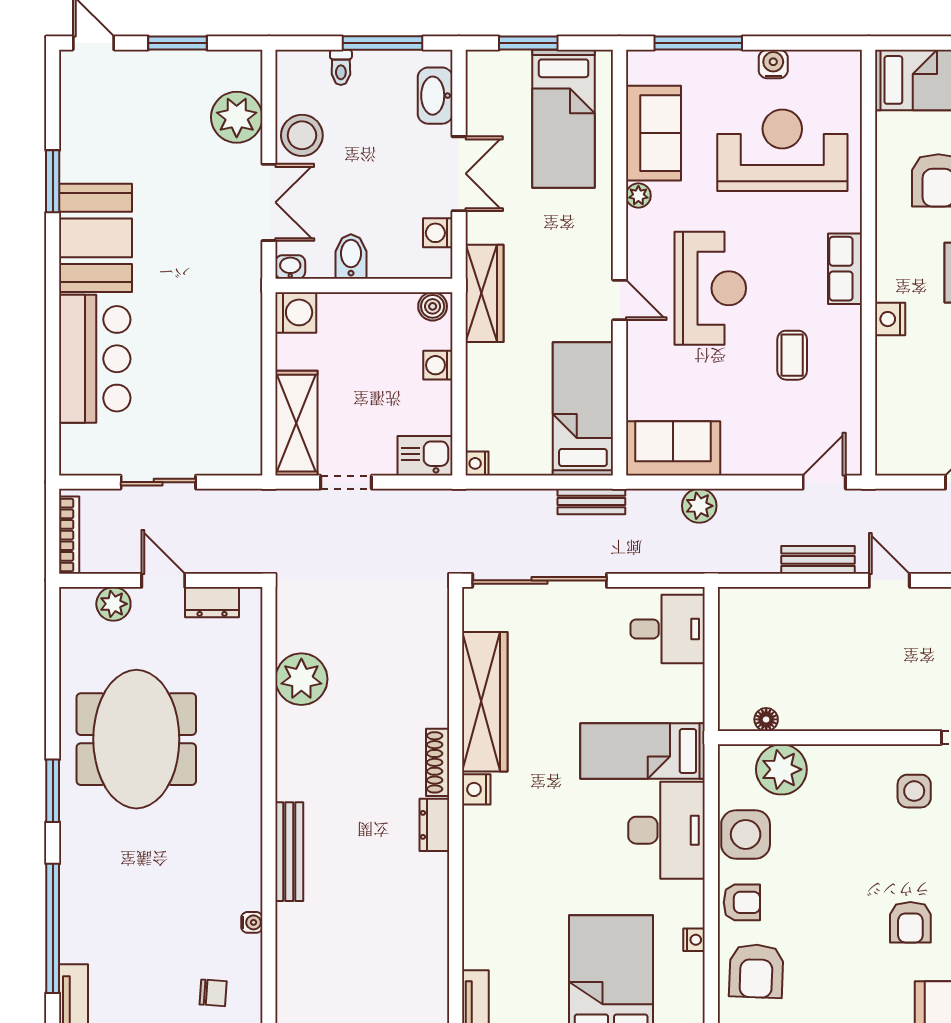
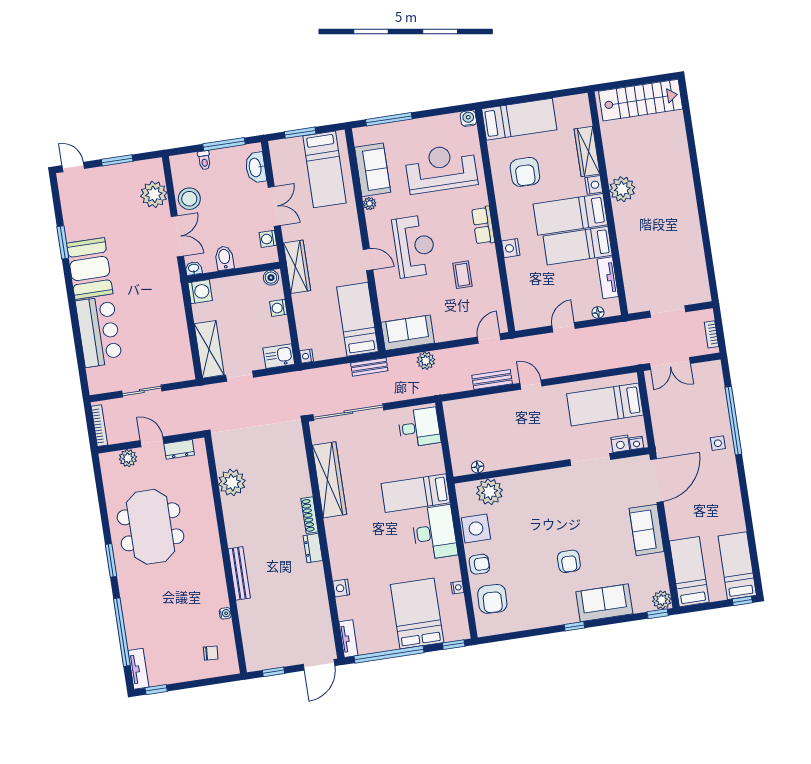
water cooler: (773, 64) -> (468, 118), moved
nightstand: (476, 789) -> (341, 588), moved
side table: (914, 791) -> (561, 493), removed

